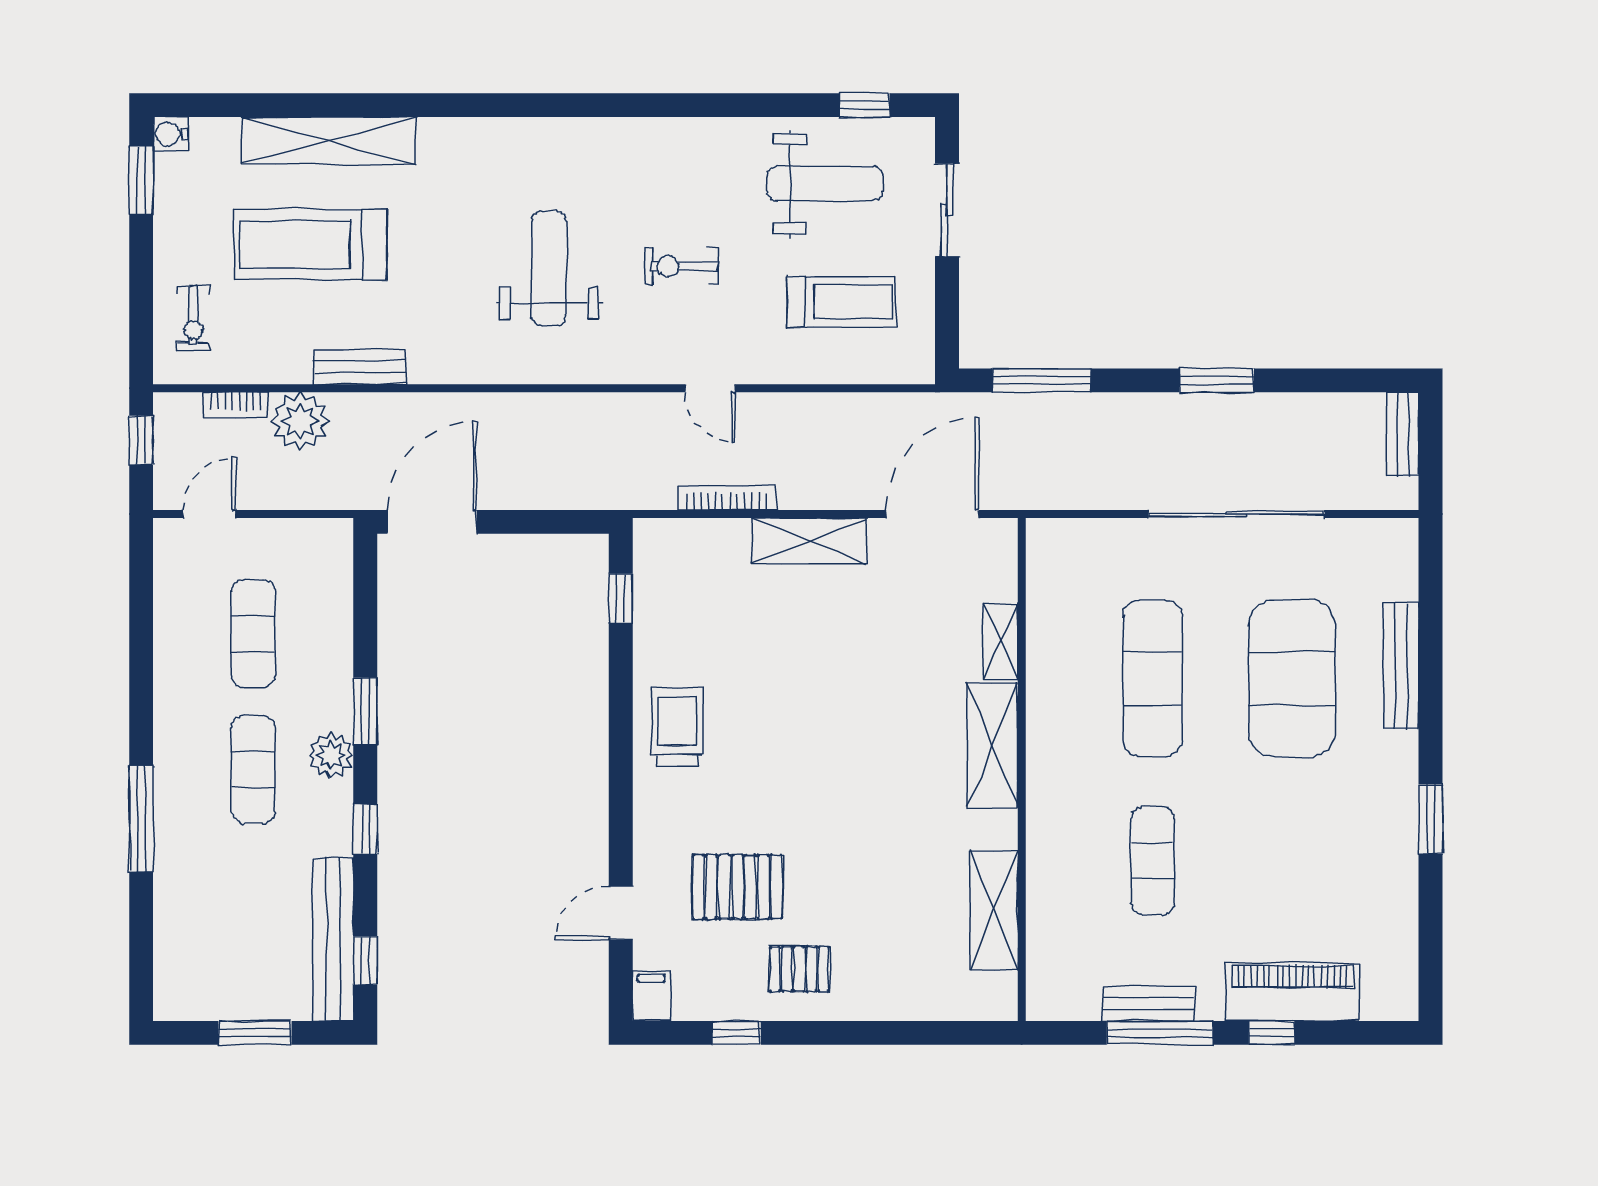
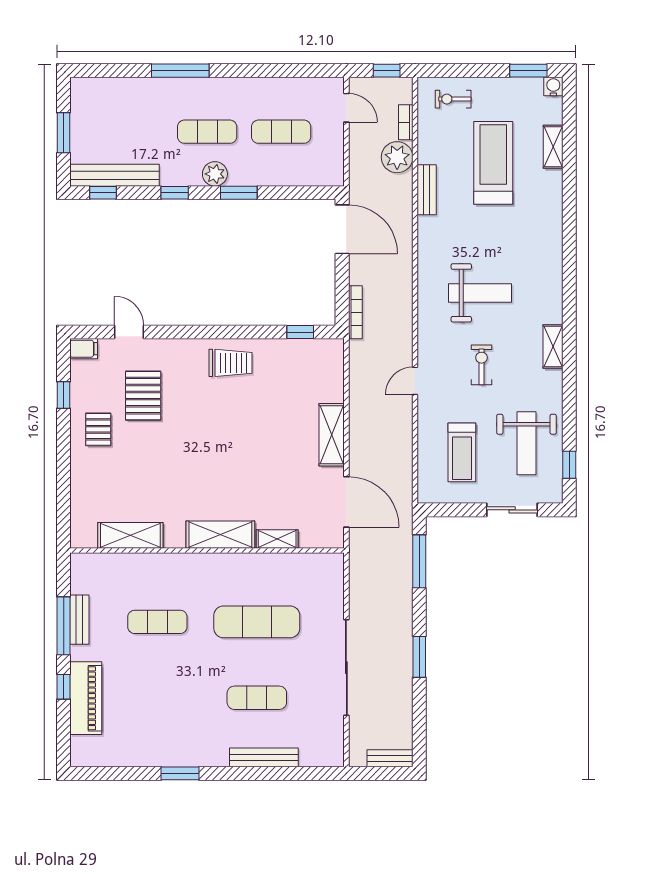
shelving: (647, 135) -> (553, 347), added
shelving: (329, 141) -> (553, 147), width x0.45, depth x0.75
bookcase: (727, 498) -> (355, 312), moved
exercise mat: (1292, 678) -> (257, 698), width x0.50, depth x0.69

